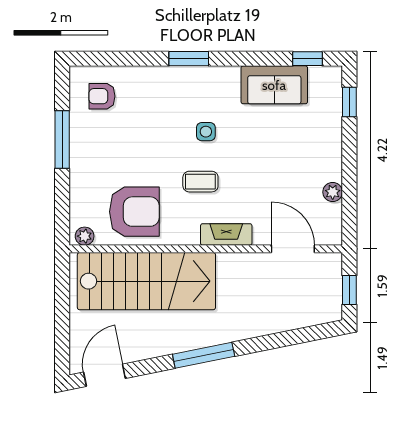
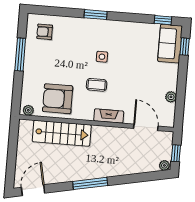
sofa: (274, 85) -> (170, 44), moved, turned 90
armchair: (134, 212) -> (58, 99), turned 180
stairs: (146, 281) -> (62, 133), width x0.73, depth x0.66
plant: (331, 313) -> (164, 165), added

